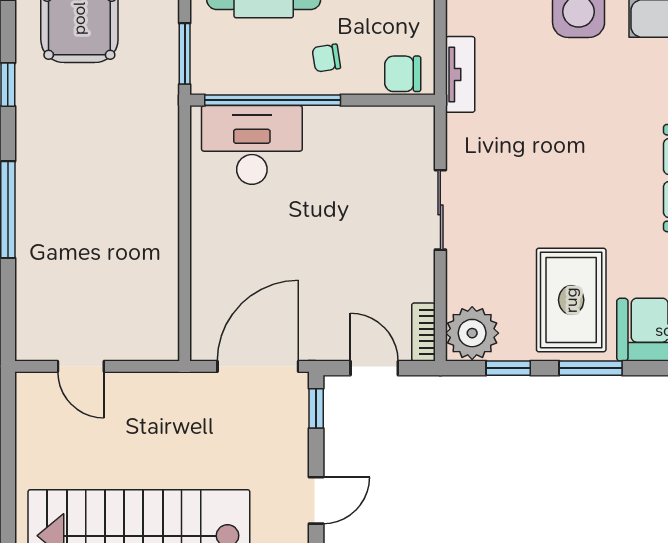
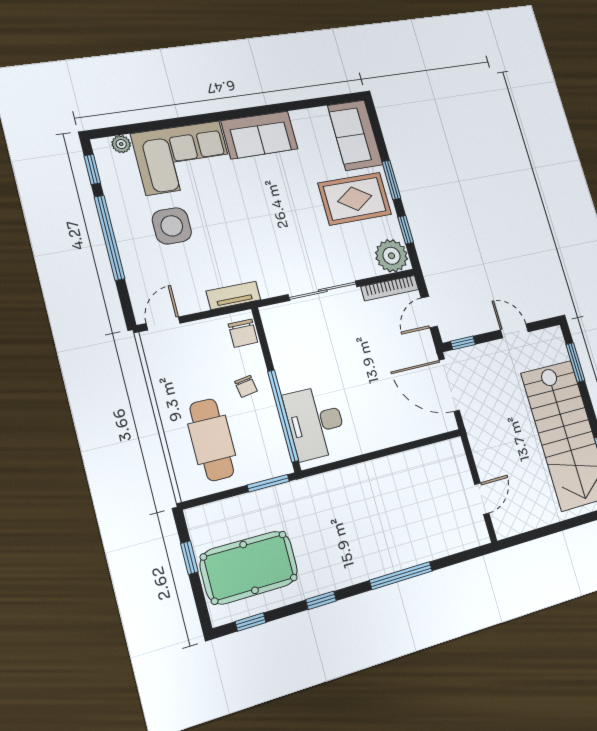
sliding door: (440, 210) -> (323, 291), width x1.37
bookcase: (423, 332) -> (390, 288), width x1.56

